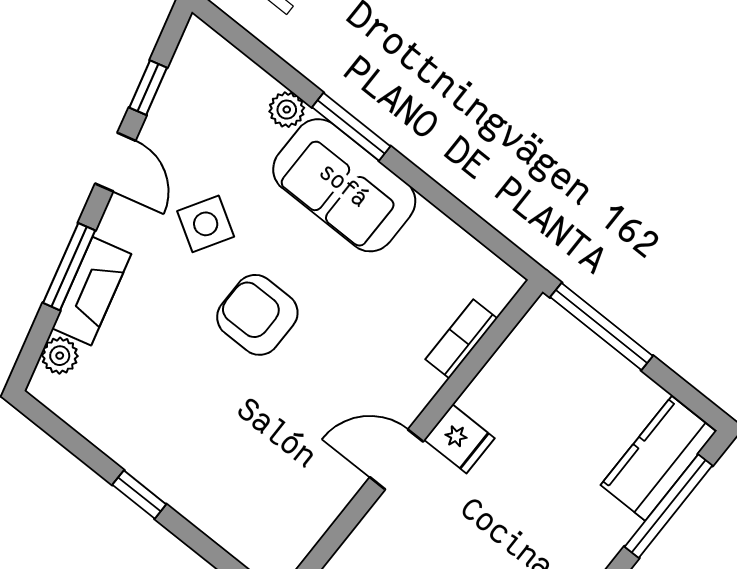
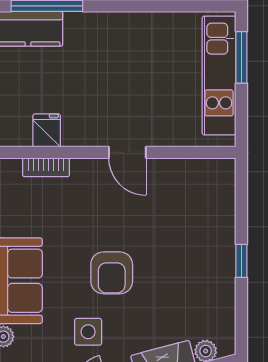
side table: (206, 224) -> (88, 332), turned -31
fridge: (459, 439) -> (47, 130), moved

